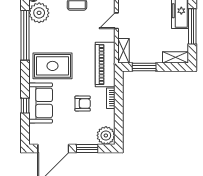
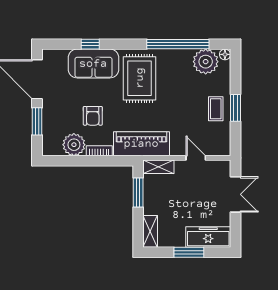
window: (192, 26) -> (189, 252), width x0.69
plant: (106, 135) -> (74, 145), moved

